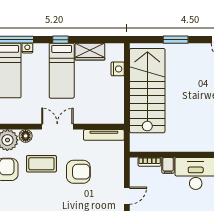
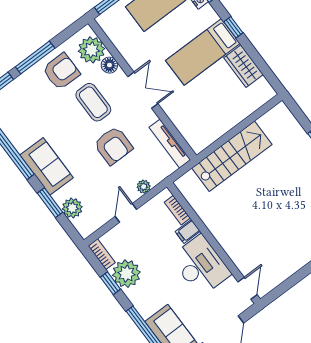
nightstand: (118, 69) -> (247, 107), removed
stairs: (147, 91) -> (232, 156), width x0.73, depth x0.66
plant: (119, 172) -> (144, 187), added
door: (127, 196) -> (126, 213), swing flipped

